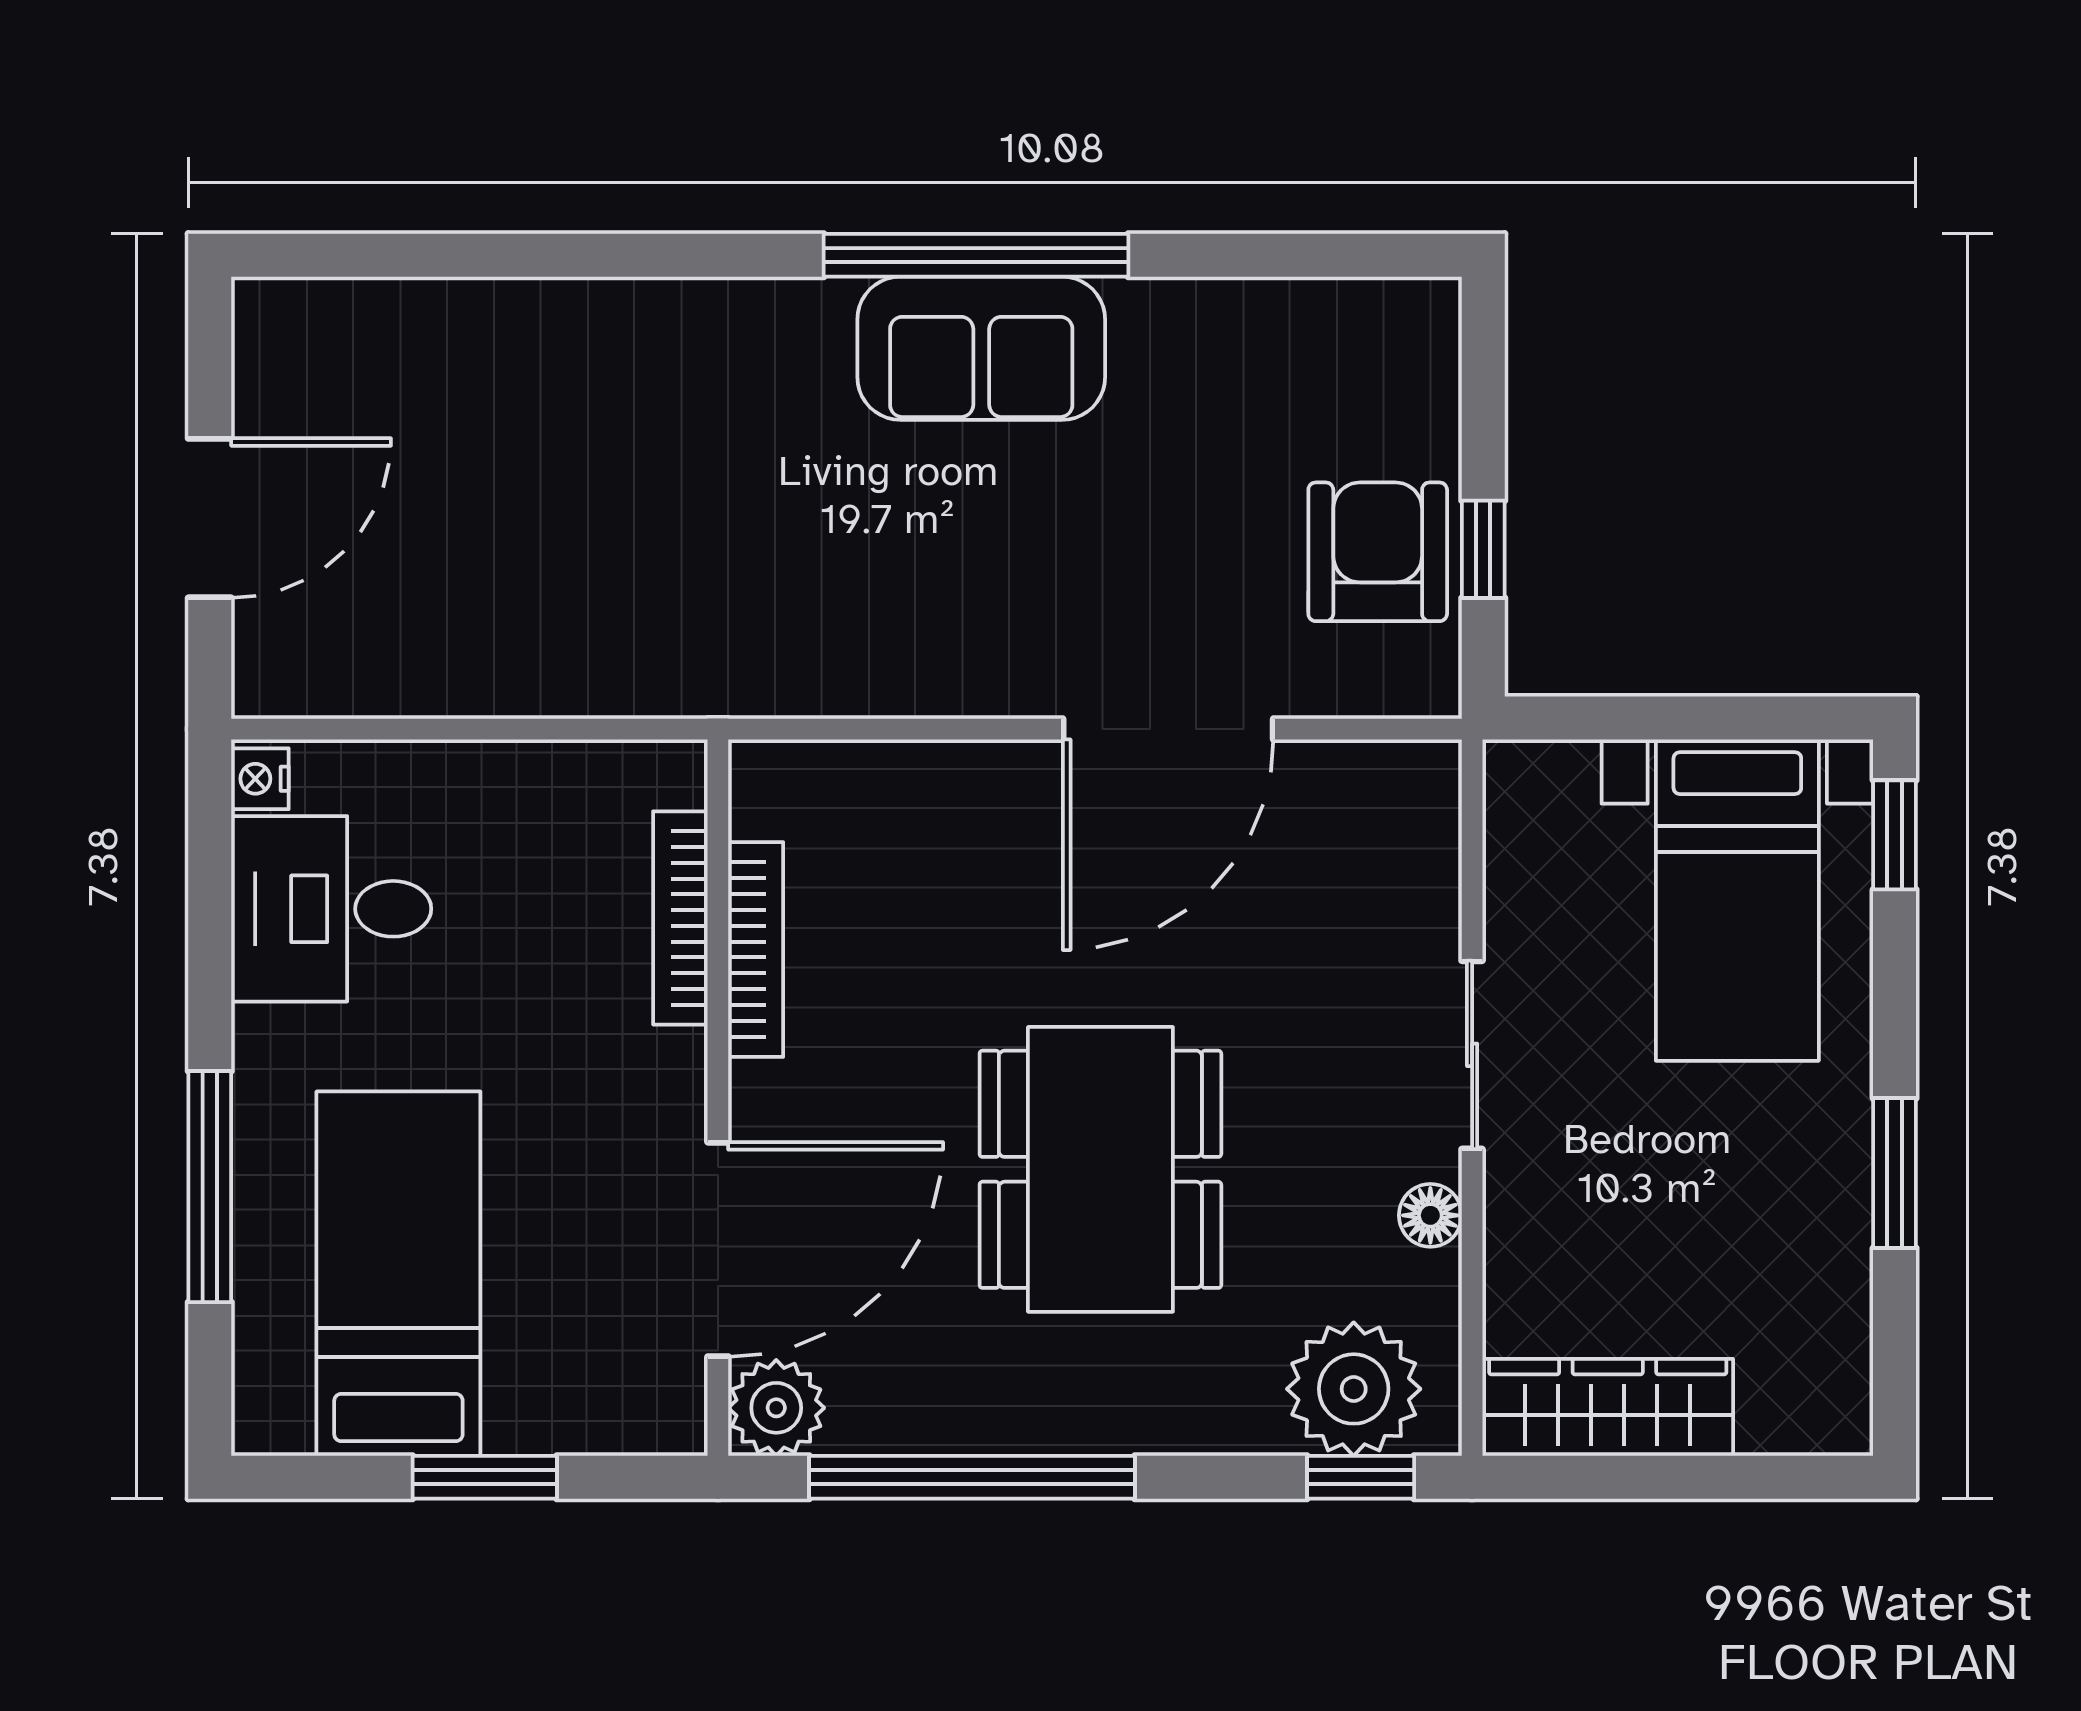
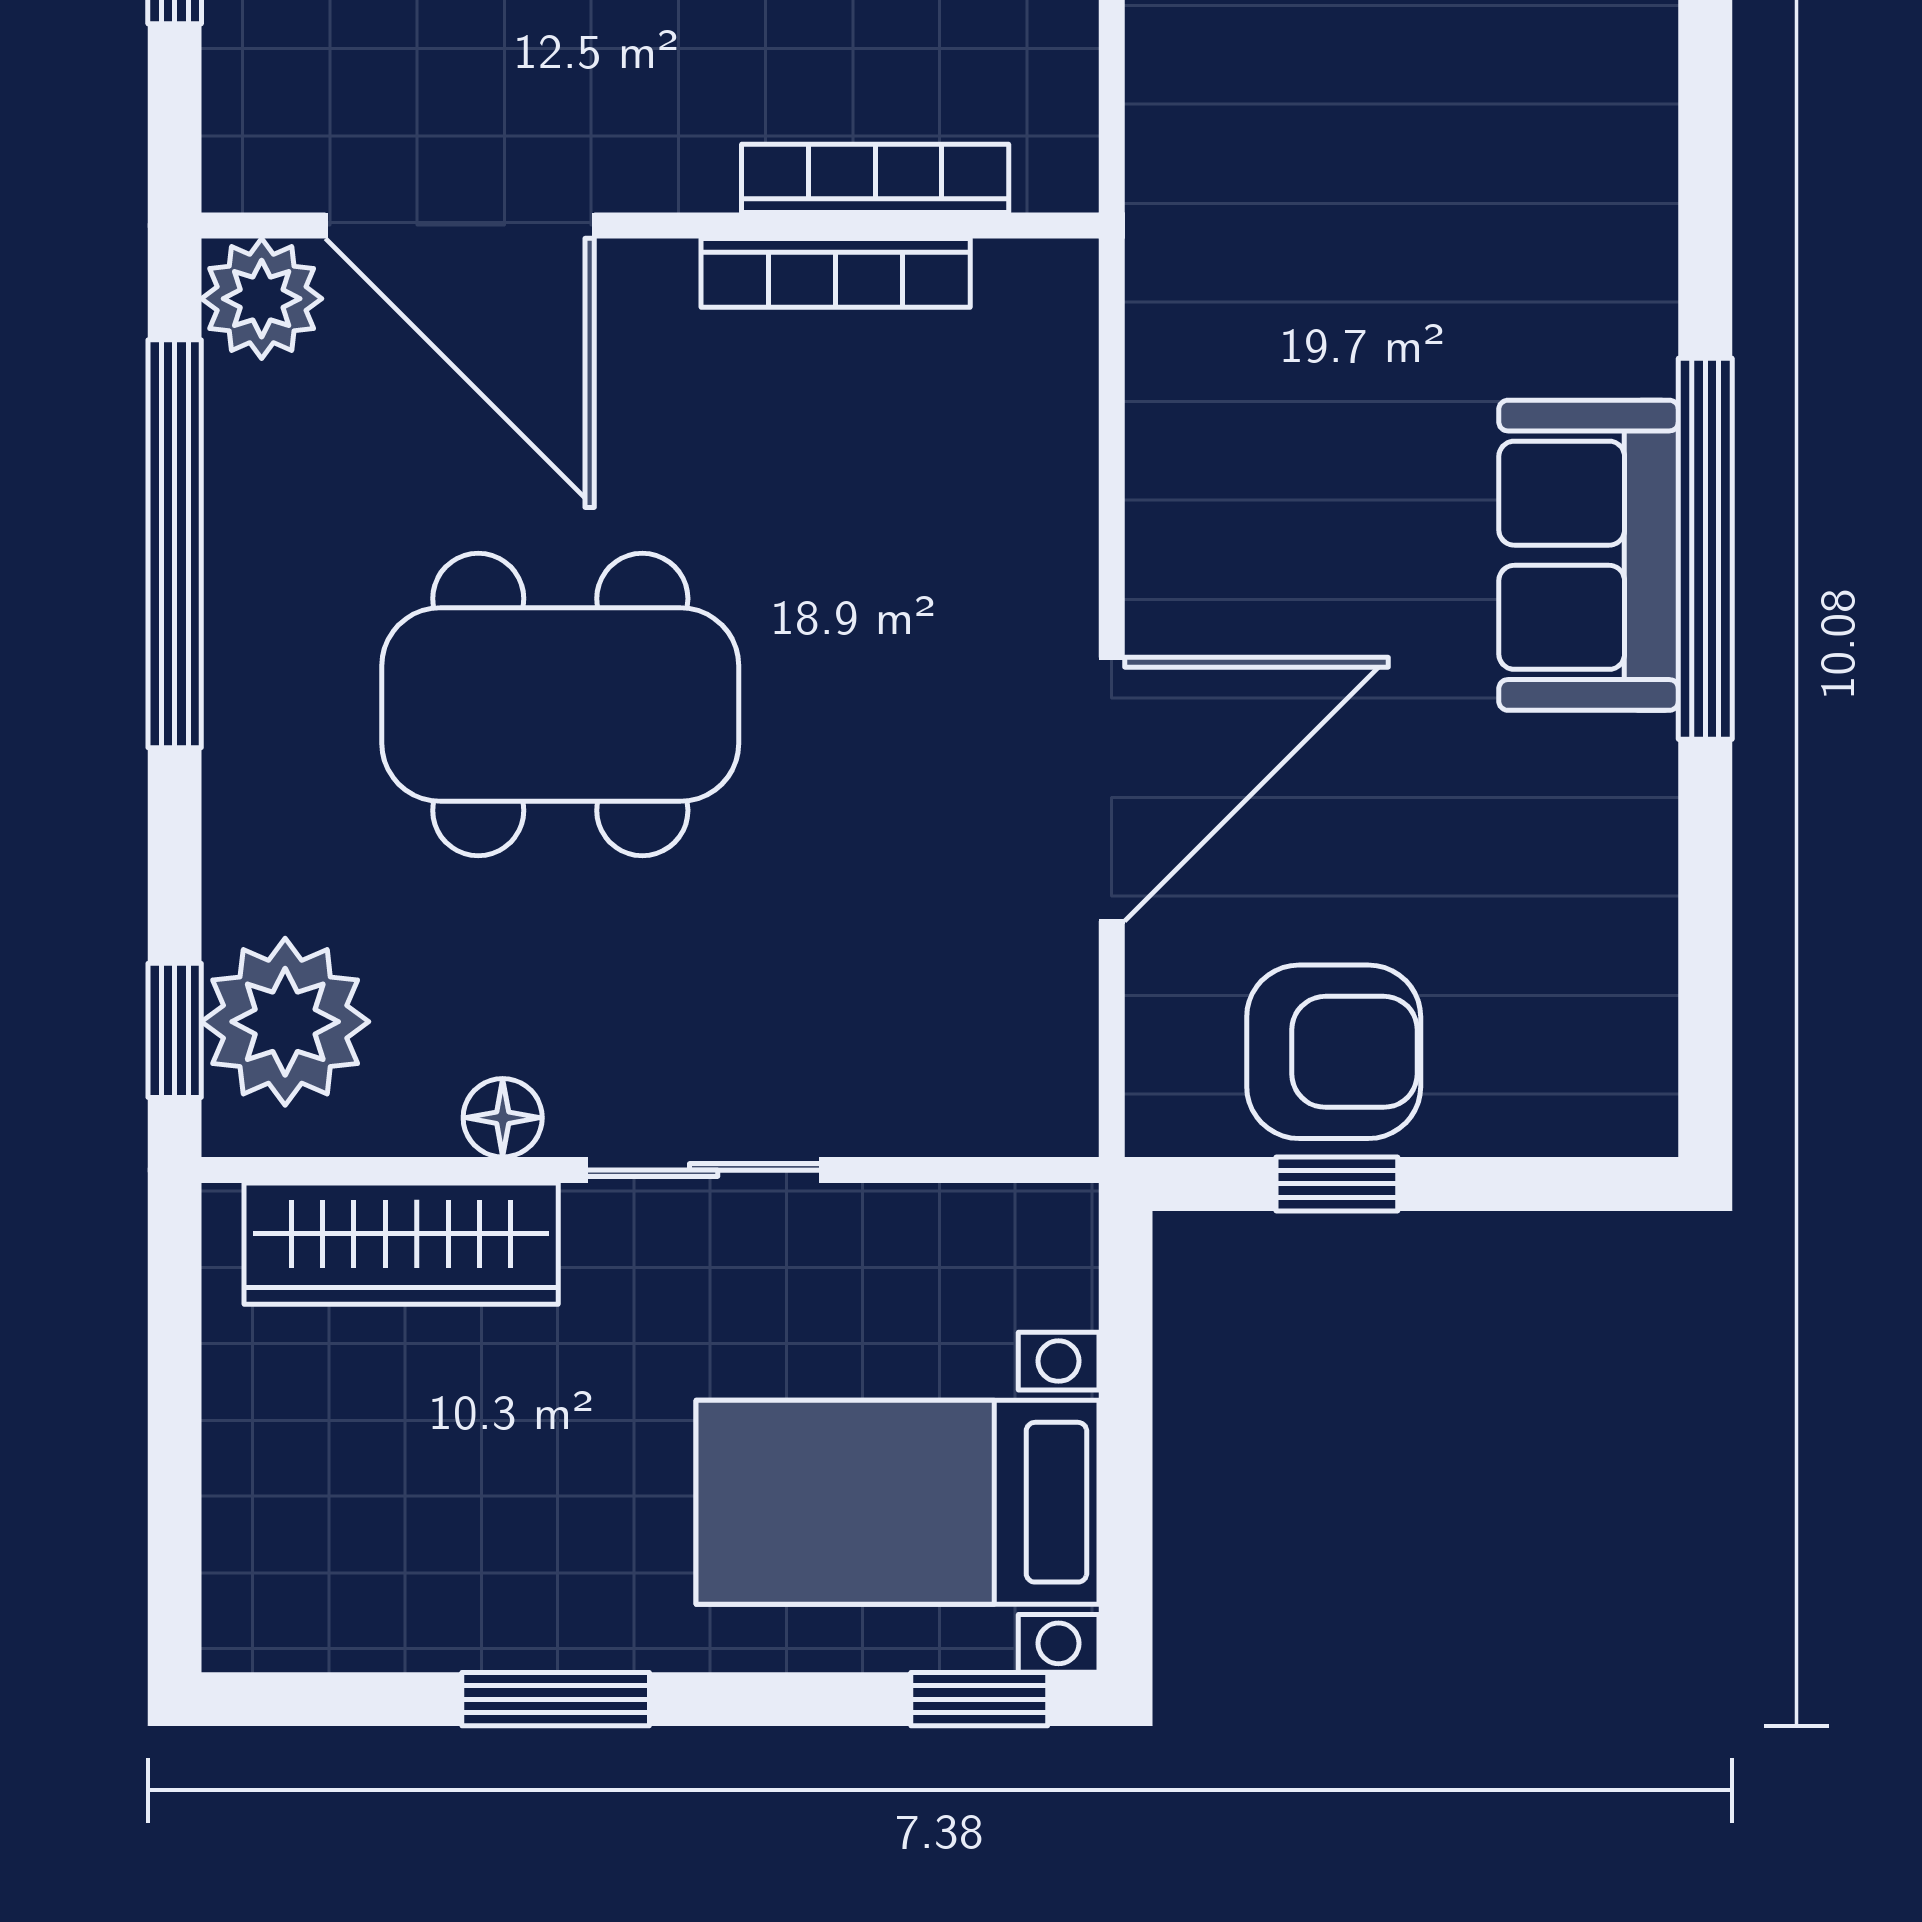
door: (1168, 729) -> (1112, 789), swing flipped
wardrobe: (1608, 1407) -> (401, 1244), moved, turned 90

